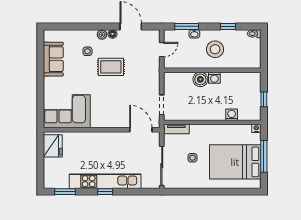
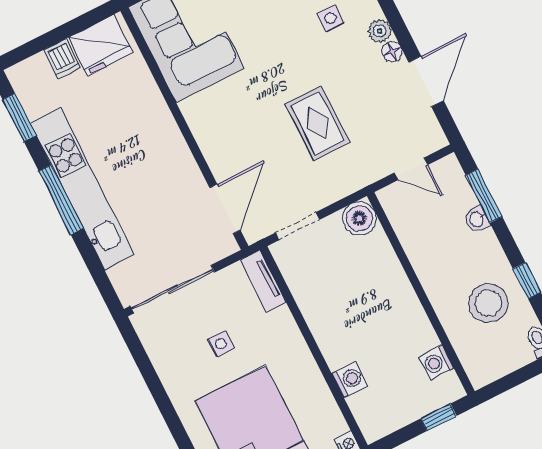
stool: (215, 49) -> (488, 303), moved
rug: (111, 67) -> (317, 123), moved
washing machine: (214, 78) -> (436, 362), moved
boiler: (200, 79) -> (359, 218), moved
window: (264, 99) -> (439, 417), moved
dishwasher: (50, 164) -> (62, 59), added
window: (105, 192) -> (61, 200), width x2.17

